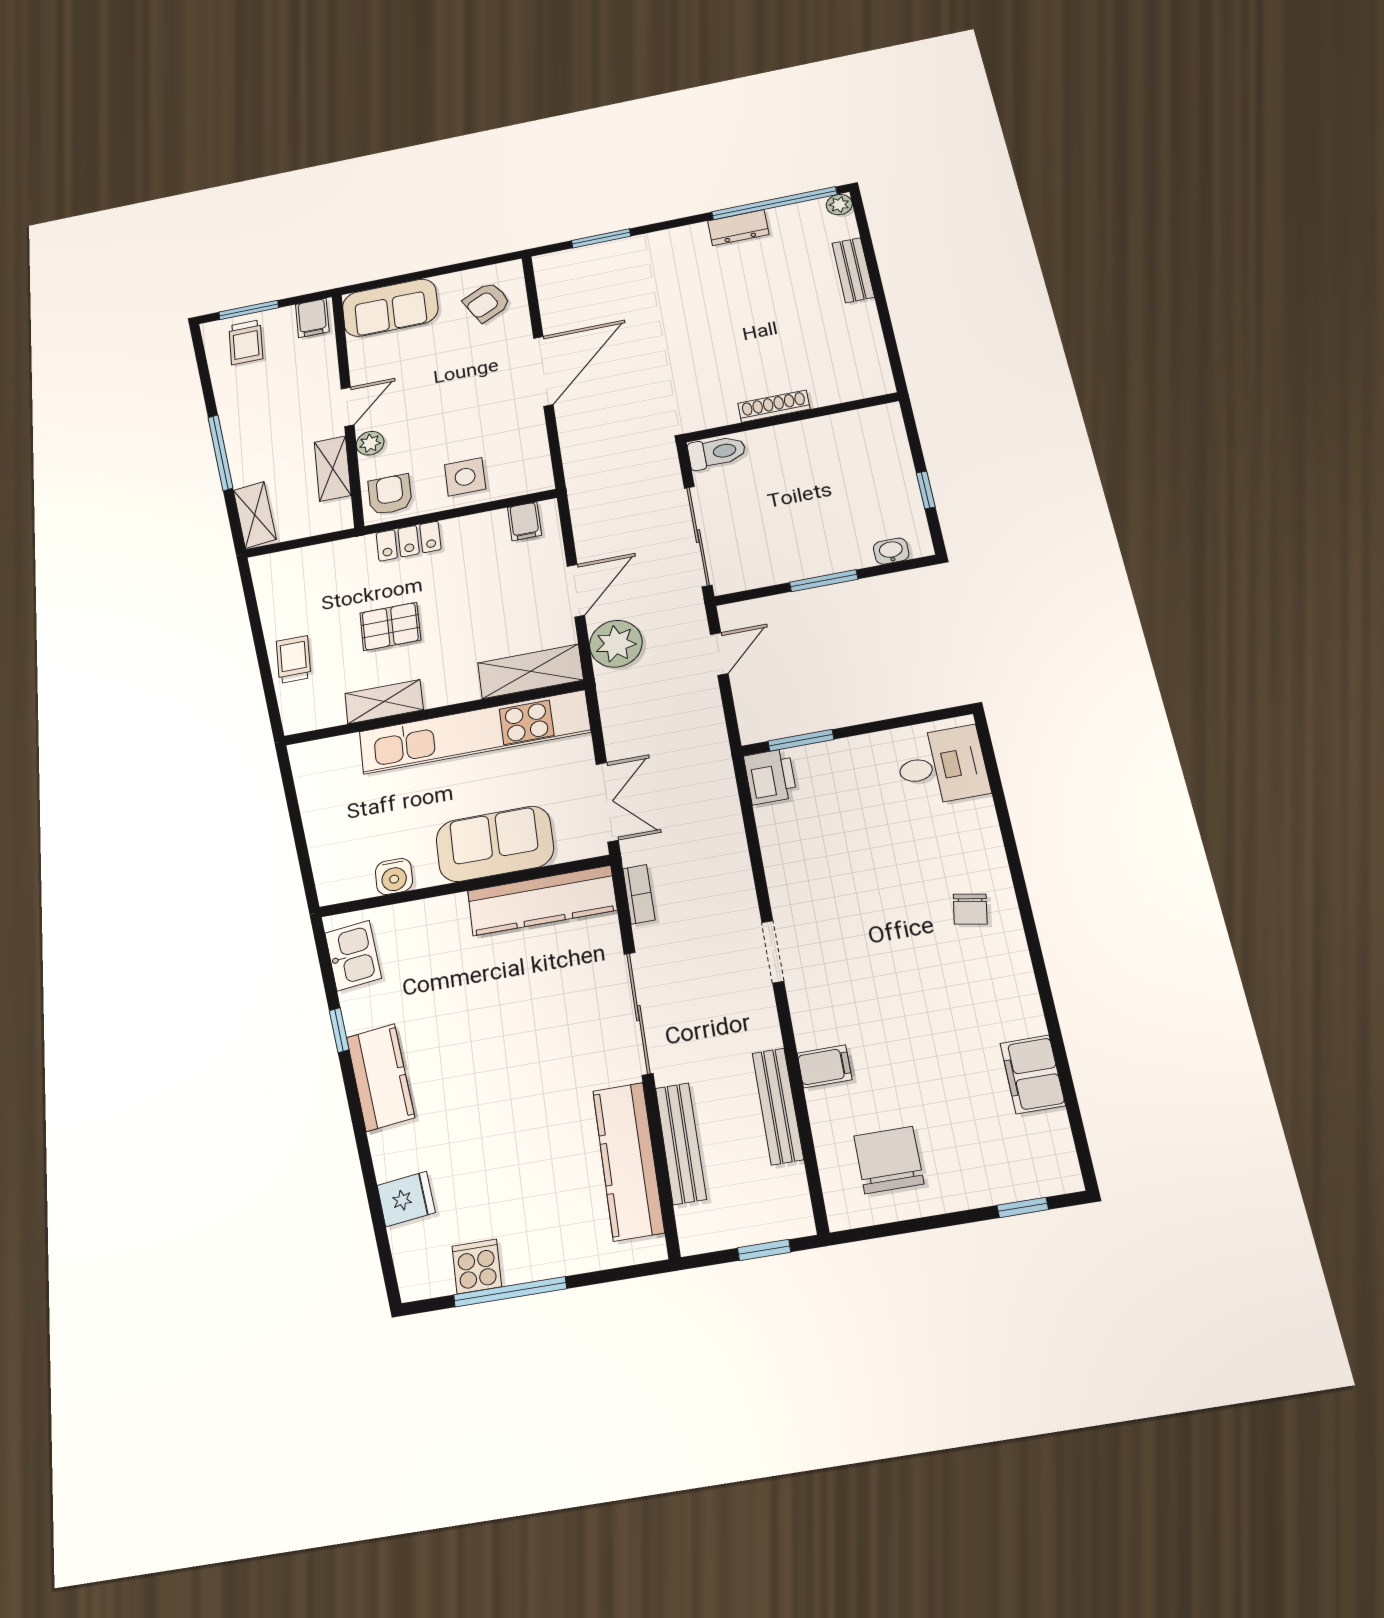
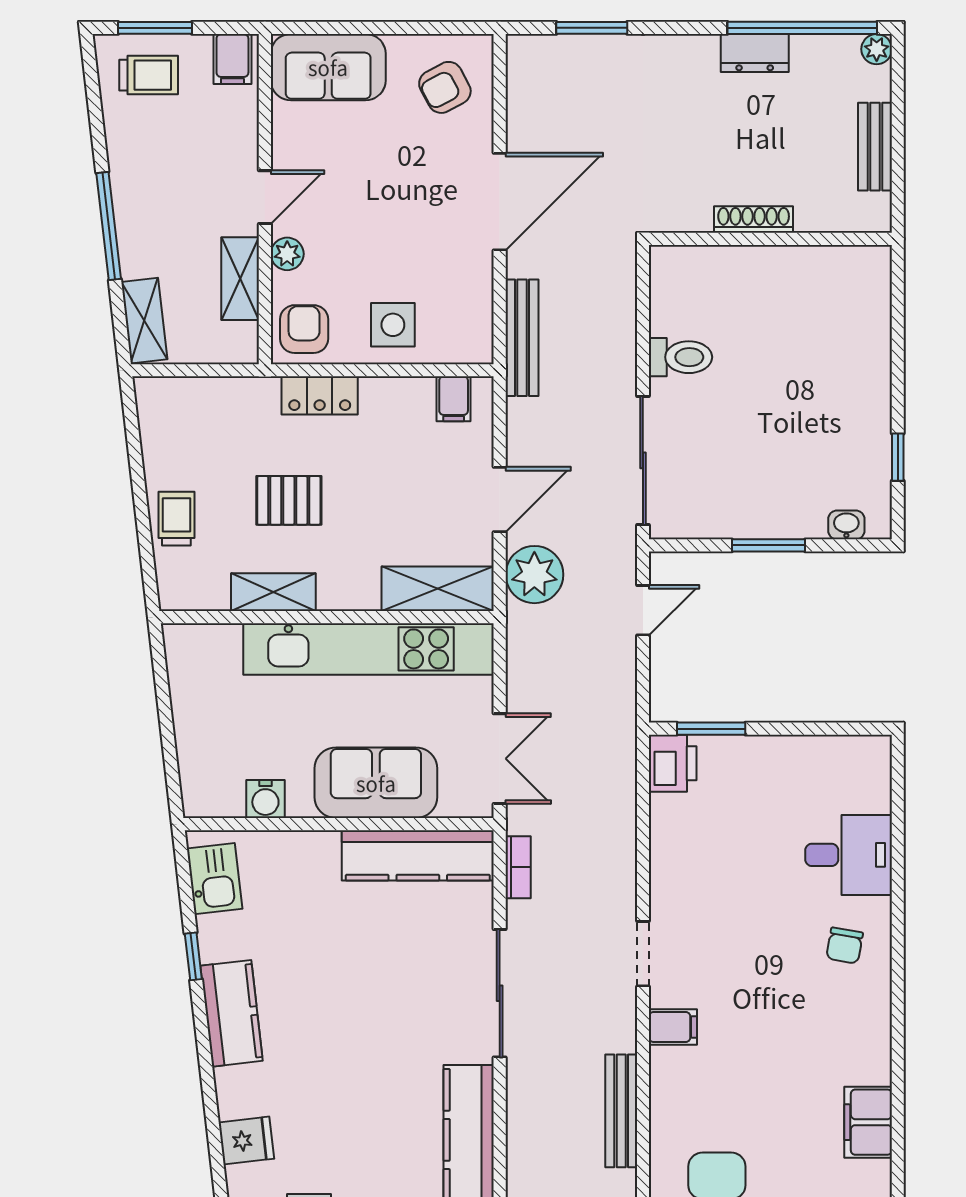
trolley: (246, 342) -> (149, 75), turned -90
shoe rack: (774, 406) -> (754, 220), moved
wall: (791, 417) -> (770, 239), moved
desk: (942, 766) -> (849, 855), moved
filing cabinet: (824, 1066) -> (673, 1027), moved
bench: (681, 1143) -> (522, 338), moved

